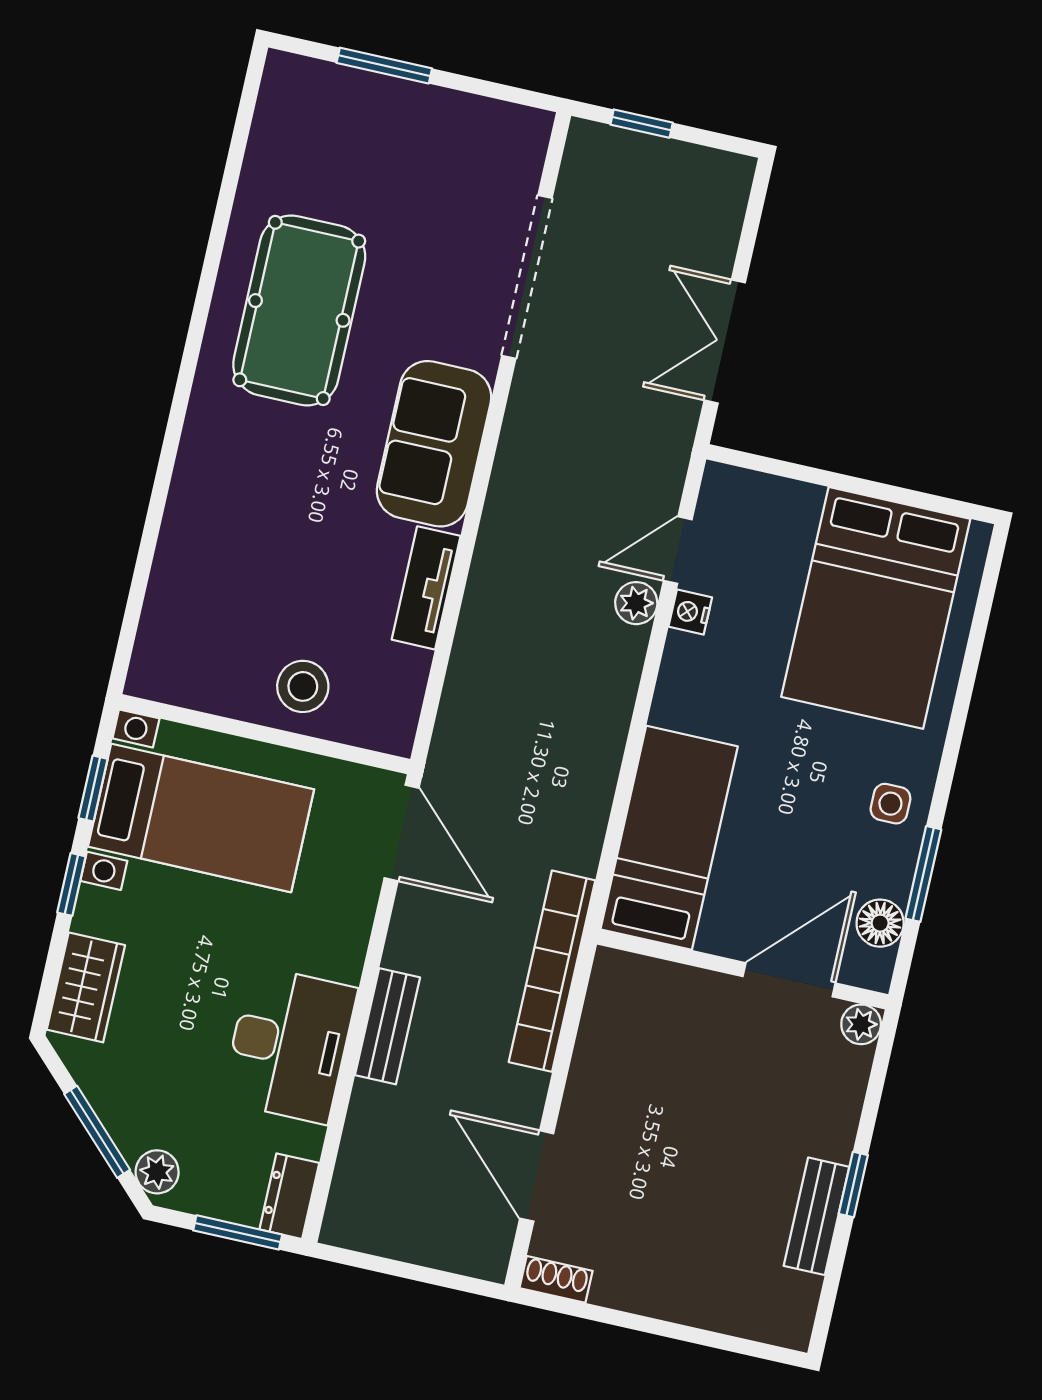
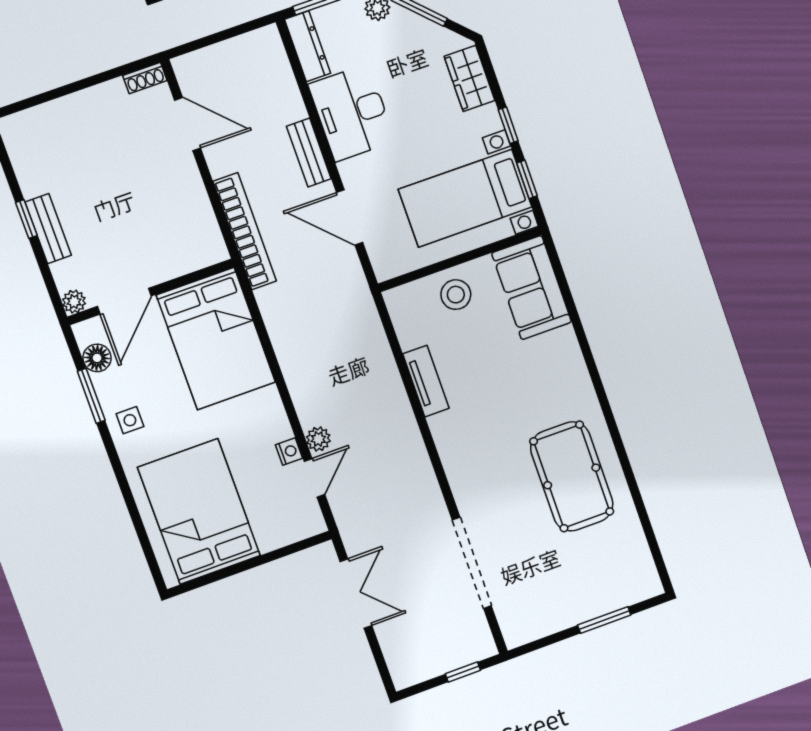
sofa: (434, 444) -> (532, 288), moved, turned 180
door: (402, 833) -> (350, 218), moved
bed: (669, 838) -> (216, 339), width x1.50
dresser: (289, 1196) -> (308, 46), width x1.44
bench: (816, 1216) -> (48, 229), moved

